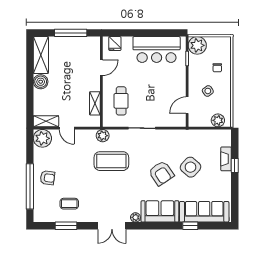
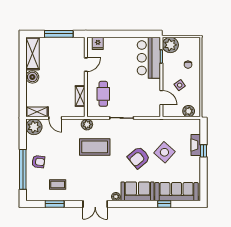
bar counter: (157, 49) -> (149, 58), moved, turned 90
door: (187, 105) -> (161, 98), swing flipped
armchair: (161, 173) -> (139, 158), turned 84

